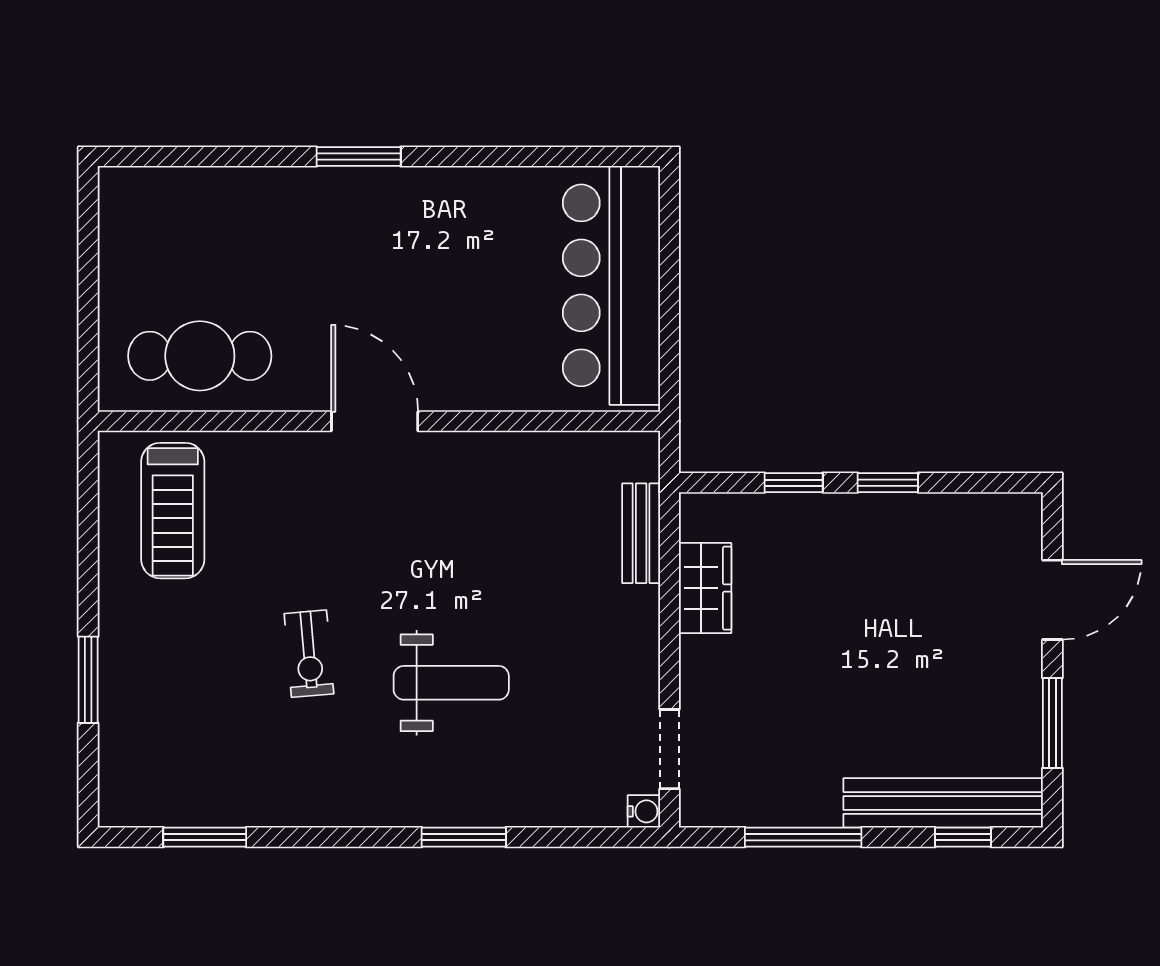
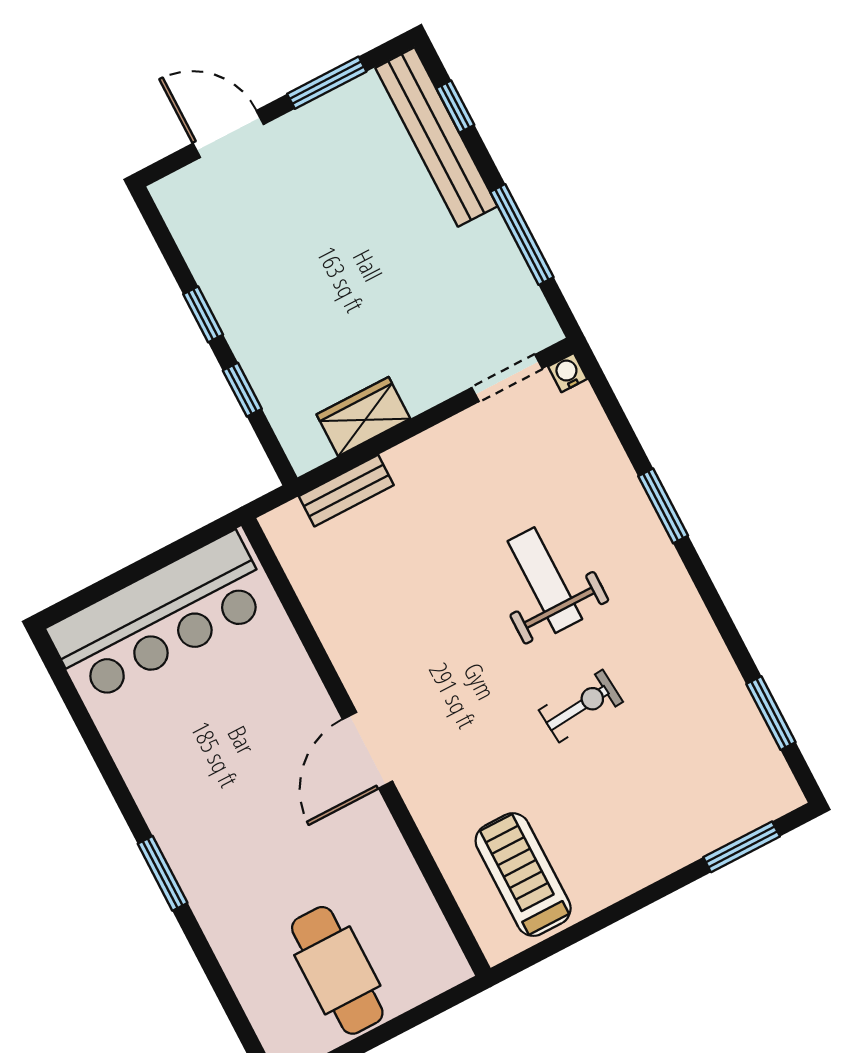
cafe table: (200, 356) -> (337, 970), moved
treadmill: (173, 511) -> (523, 875), turned -90
window: (88, 680) -> (742, 847), moved

